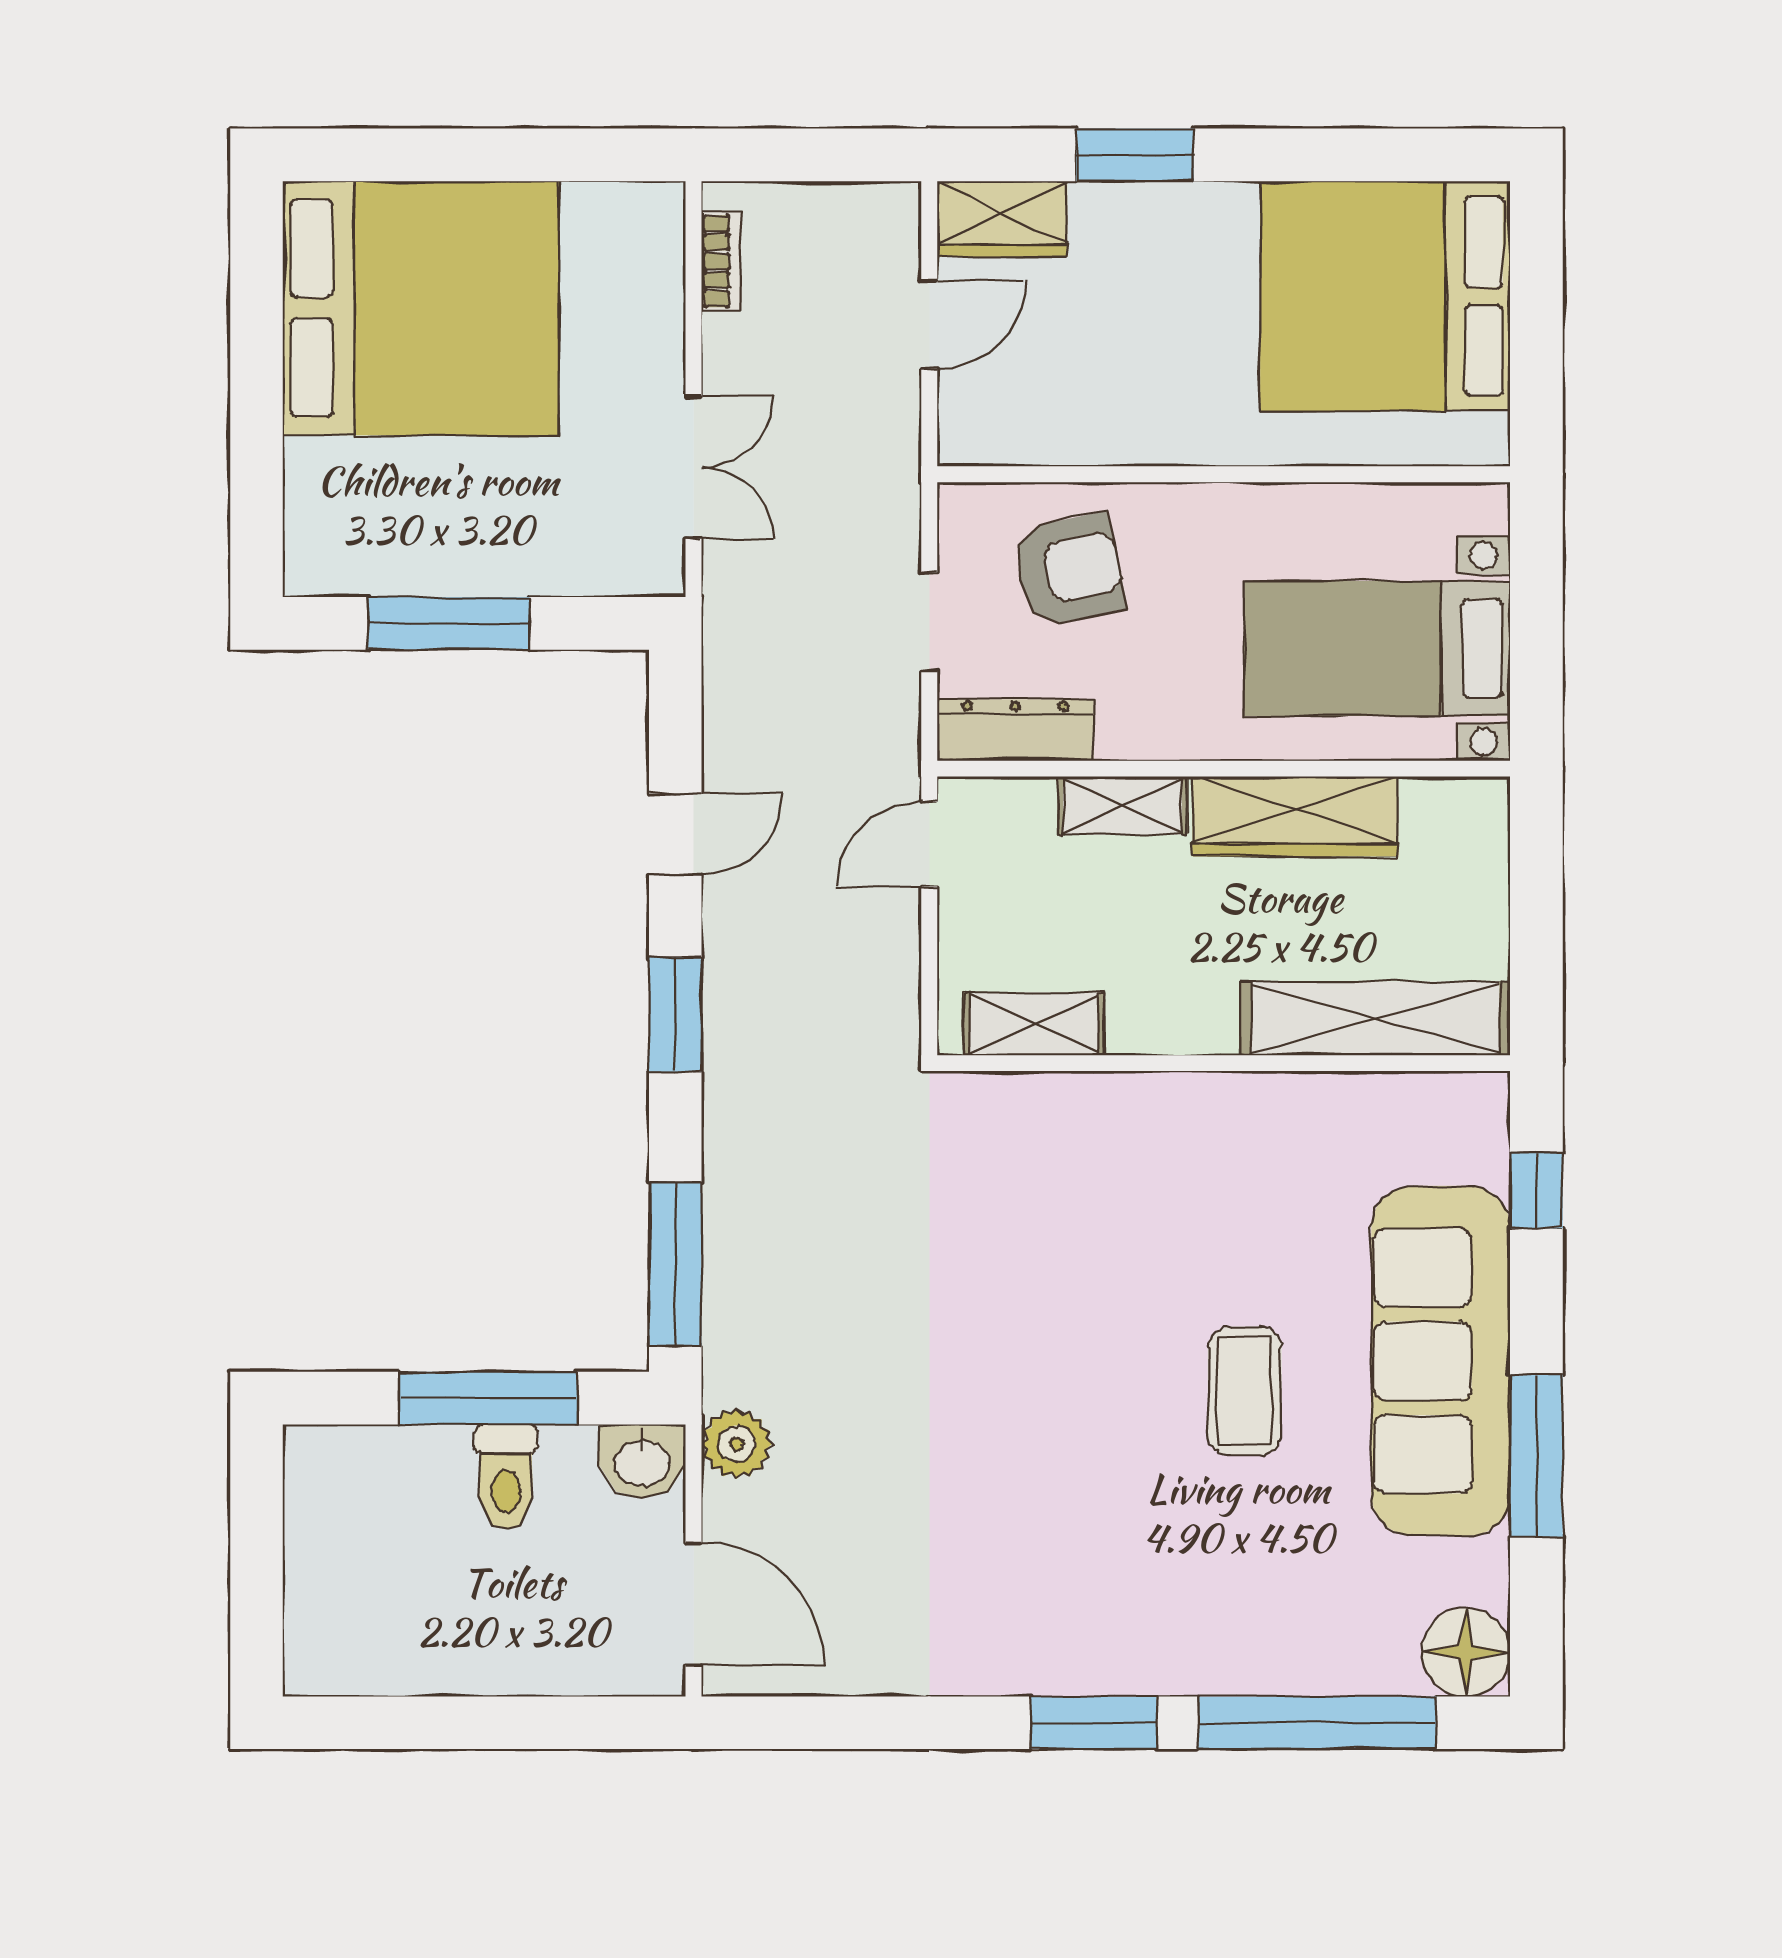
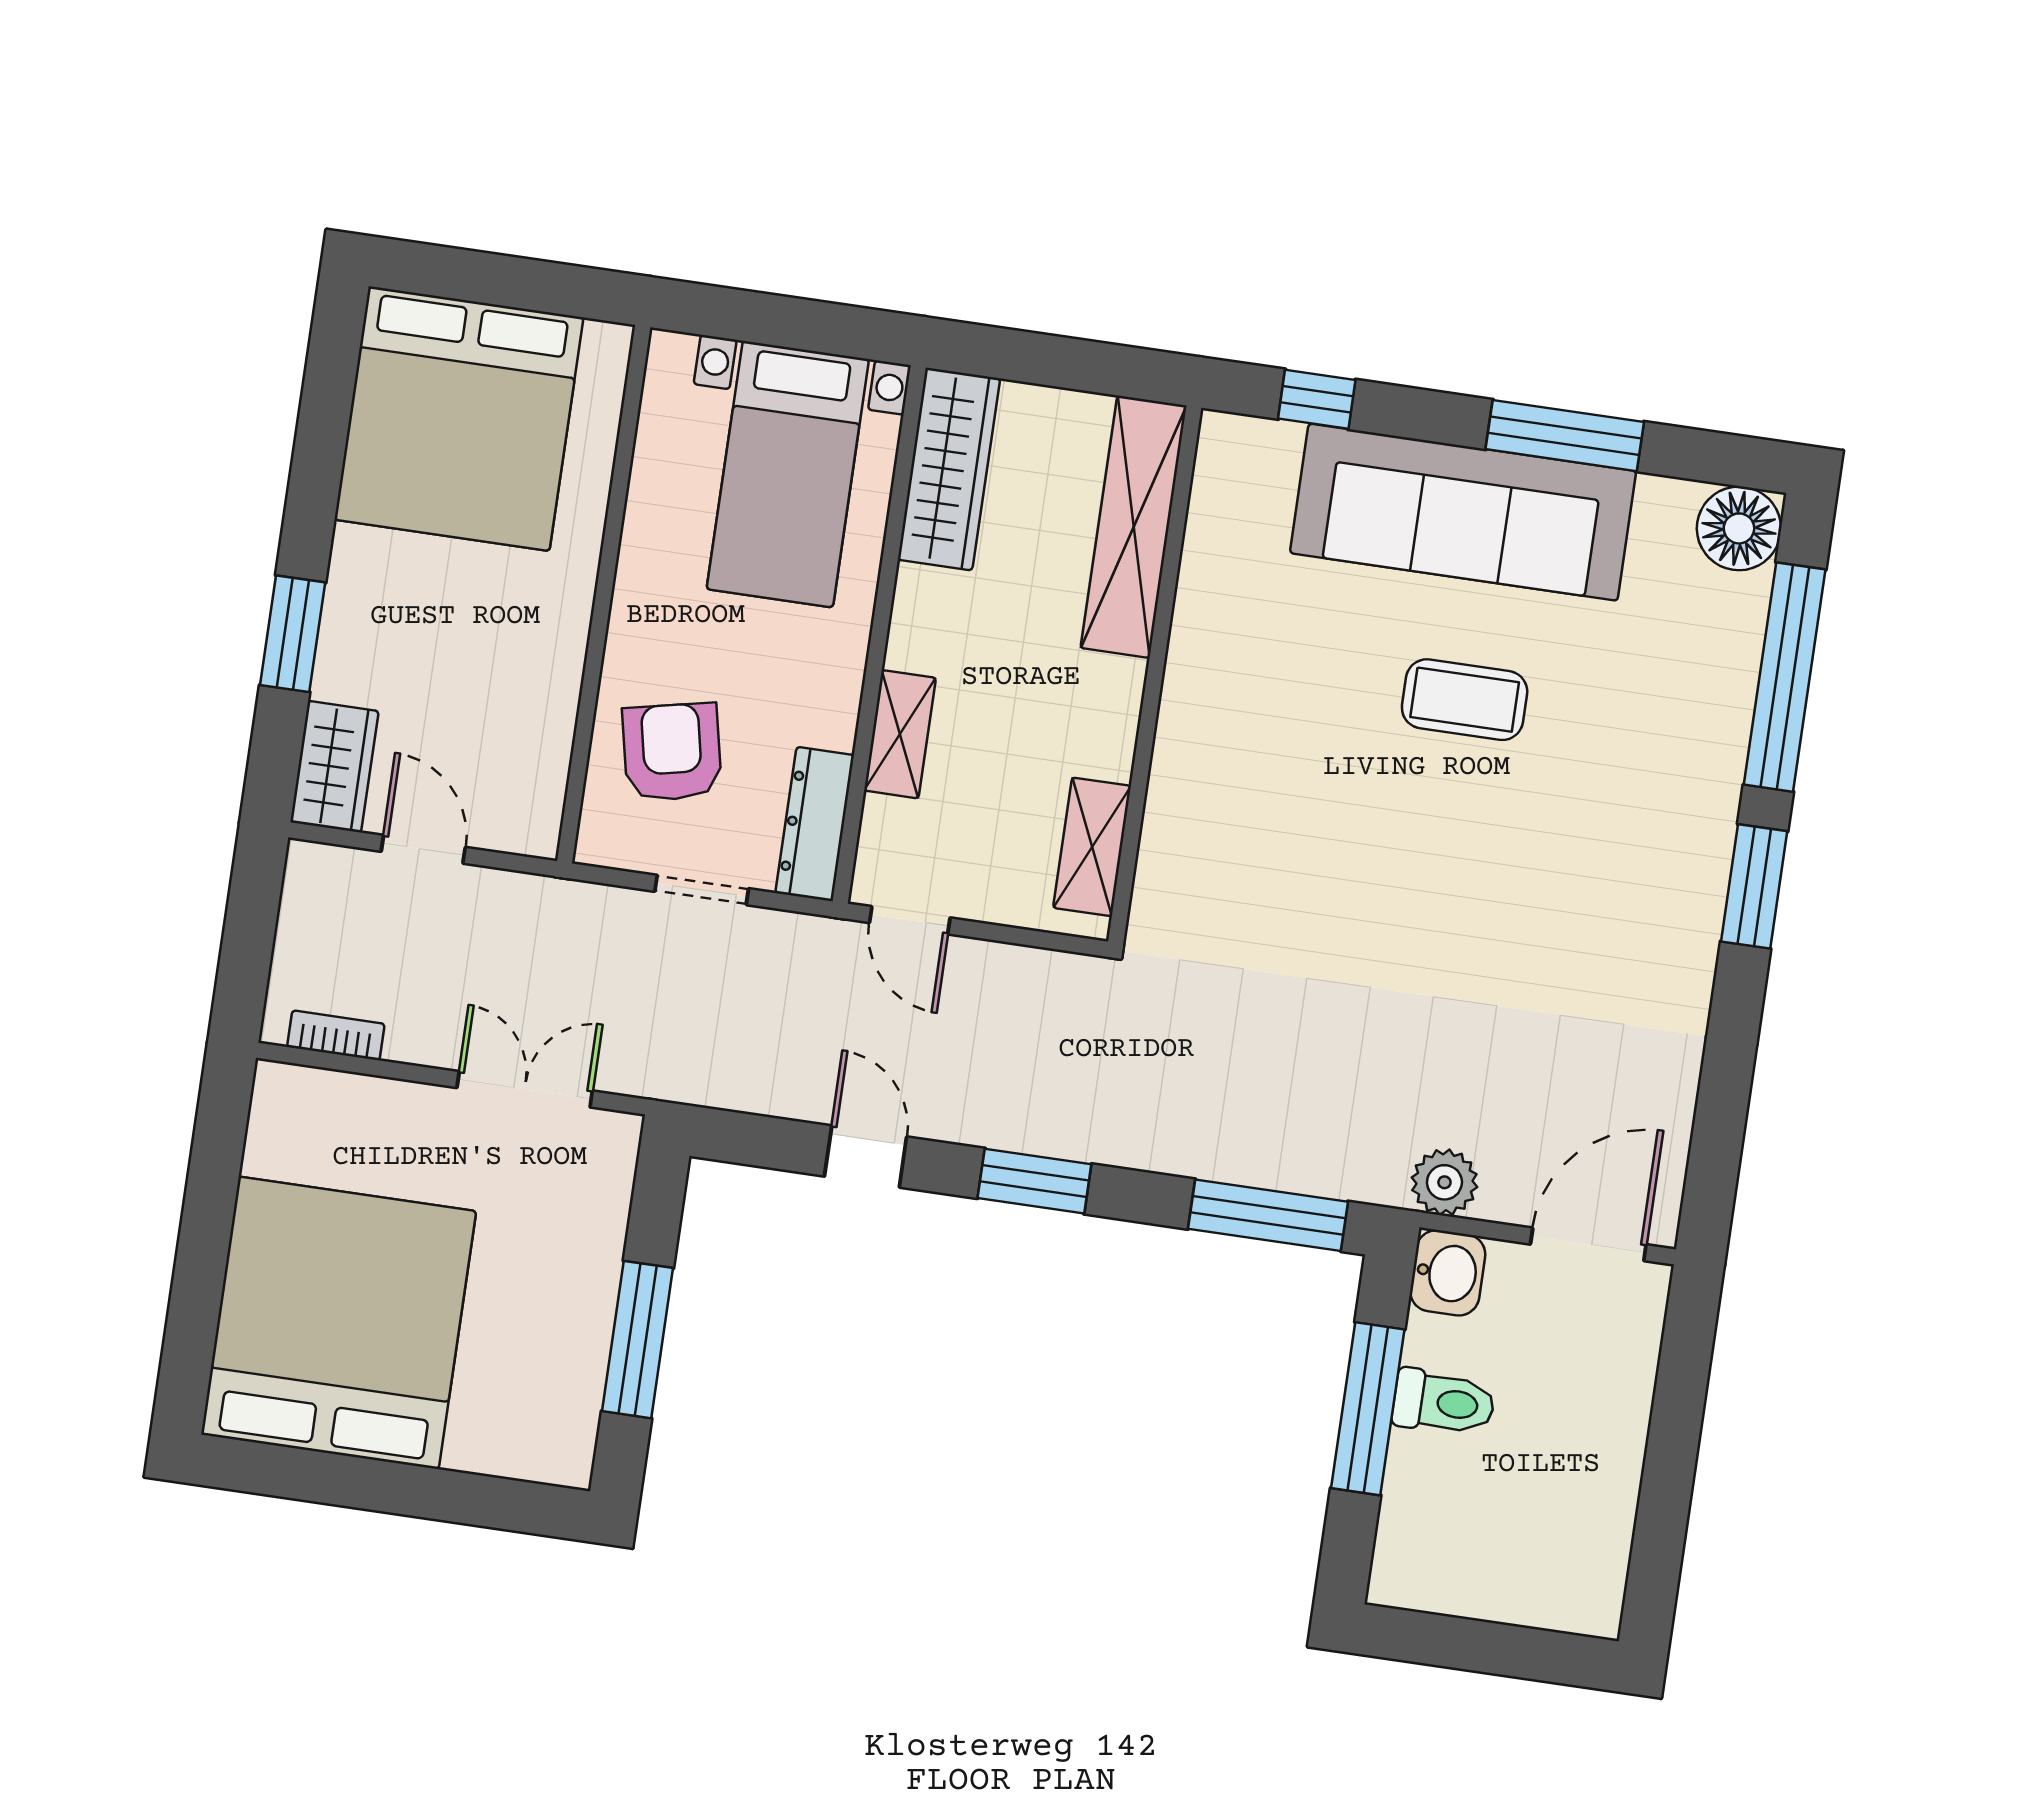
wardrobe: (1295, 816) -> (949, 469), moved

